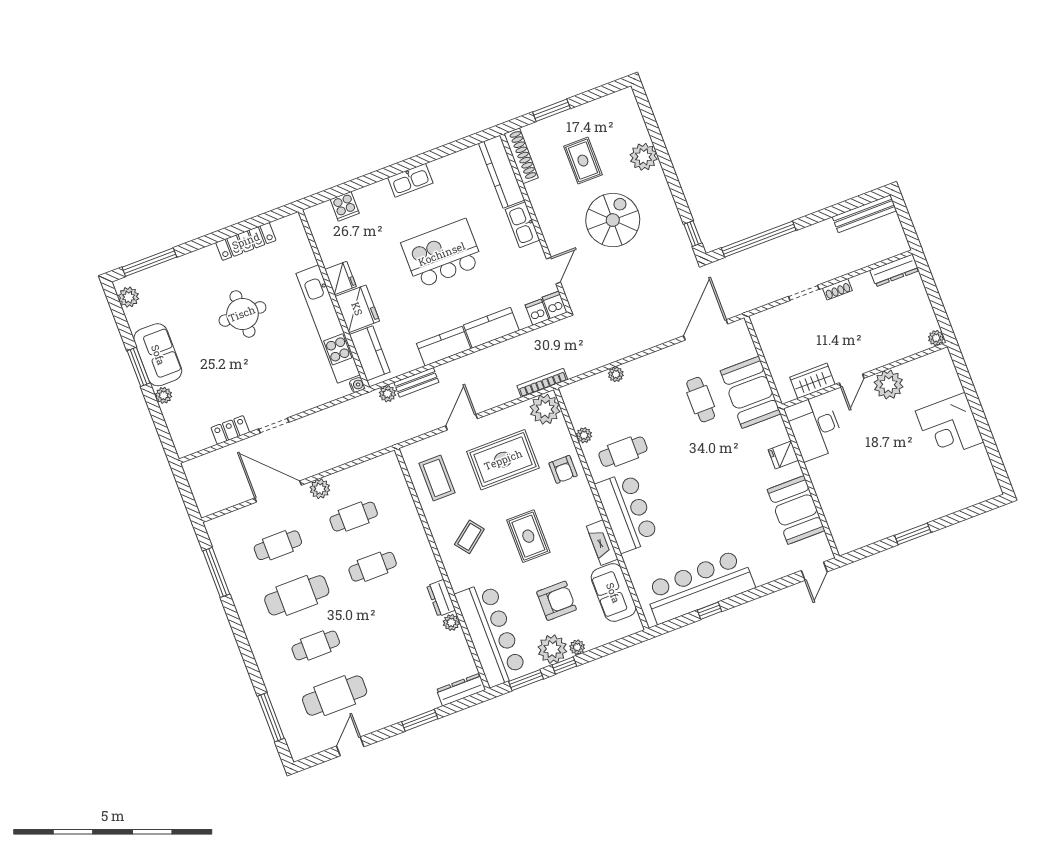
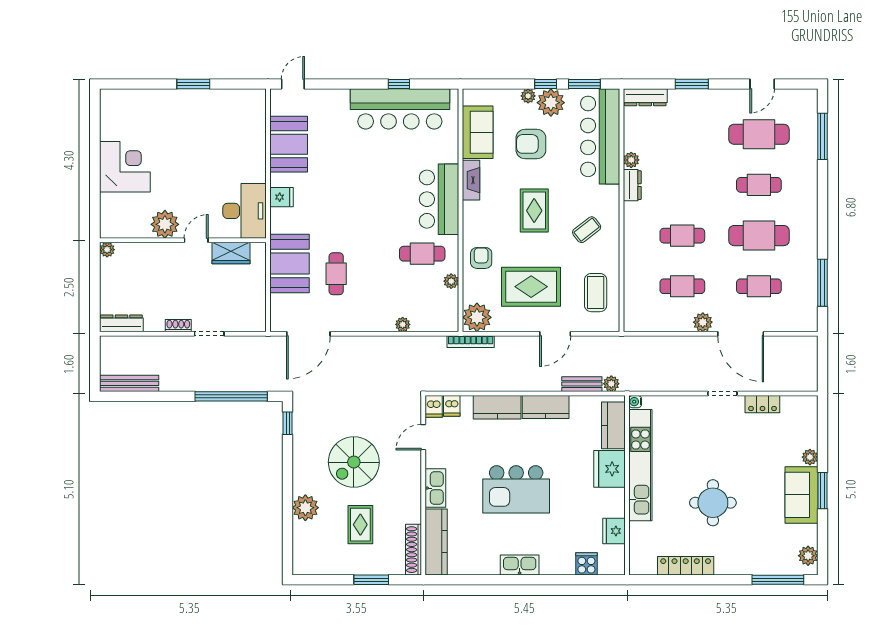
fridge: (341, 278) -> (614, 531), moved

